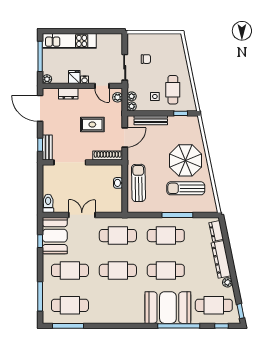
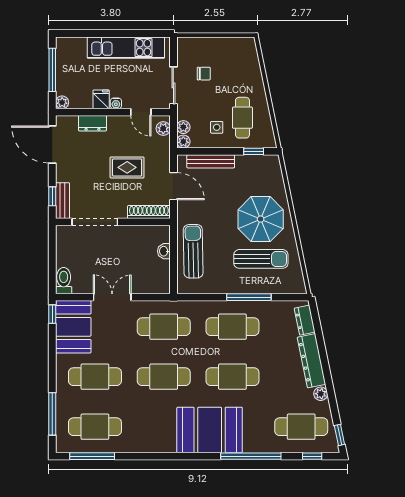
kitchen unit: (69, 41) -> (126, 48), moved
door: (125, 138) -> (173, 186), hinge flipped
sun lounger: (186, 188) -> (261, 259), turned 180
window: (40, 241) -> (52, 314), moved
booth: (168, 308) -> (210, 430), moved

